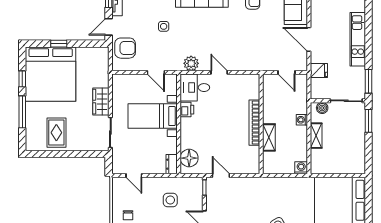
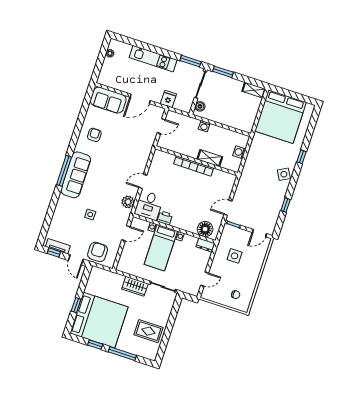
shelving: (316, 136) -> (254, 90), moved
washing machine: (301, 168) -> (239, 152), moved

